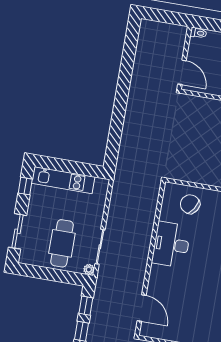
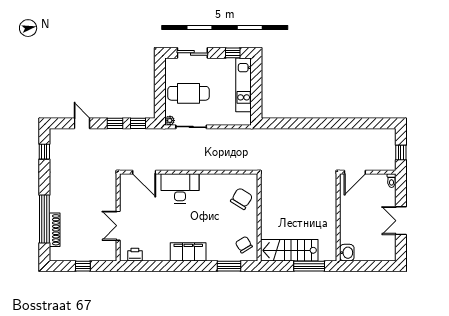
window: (169, 17) -> (401, 152), added
desk: (171, 245) -> (180, 188), moved
door: (142, 308) -> (144, 172), hinge flipped

